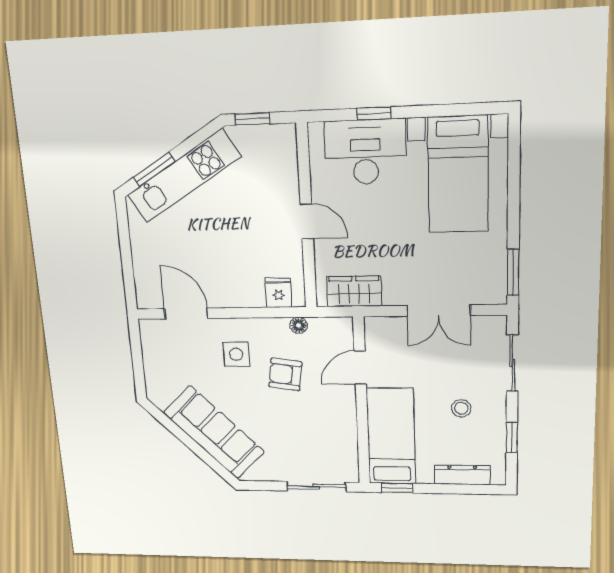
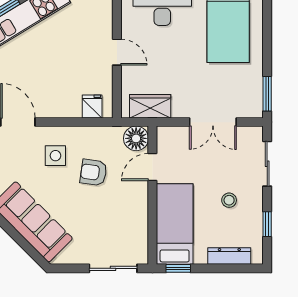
floor lamp: (299, 325) -> (136, 138), moved, width x1.89, depth x1.89

